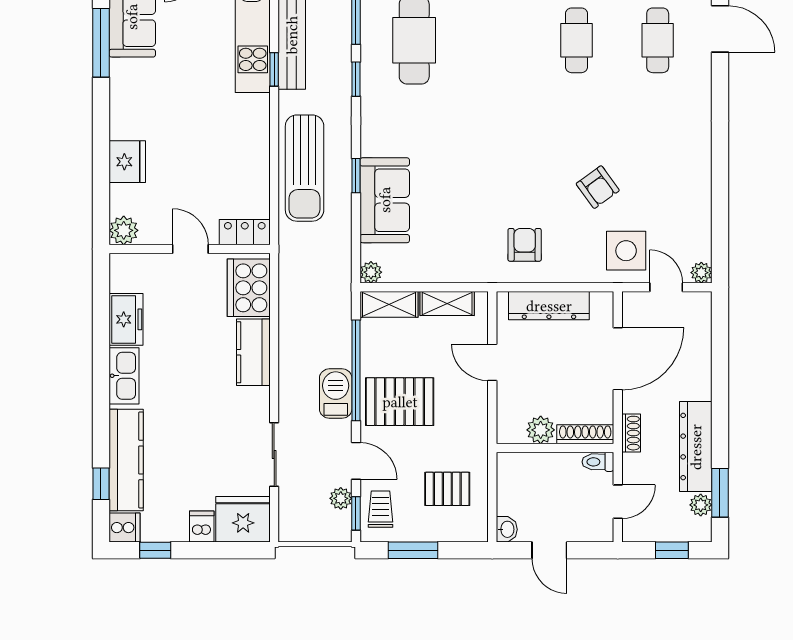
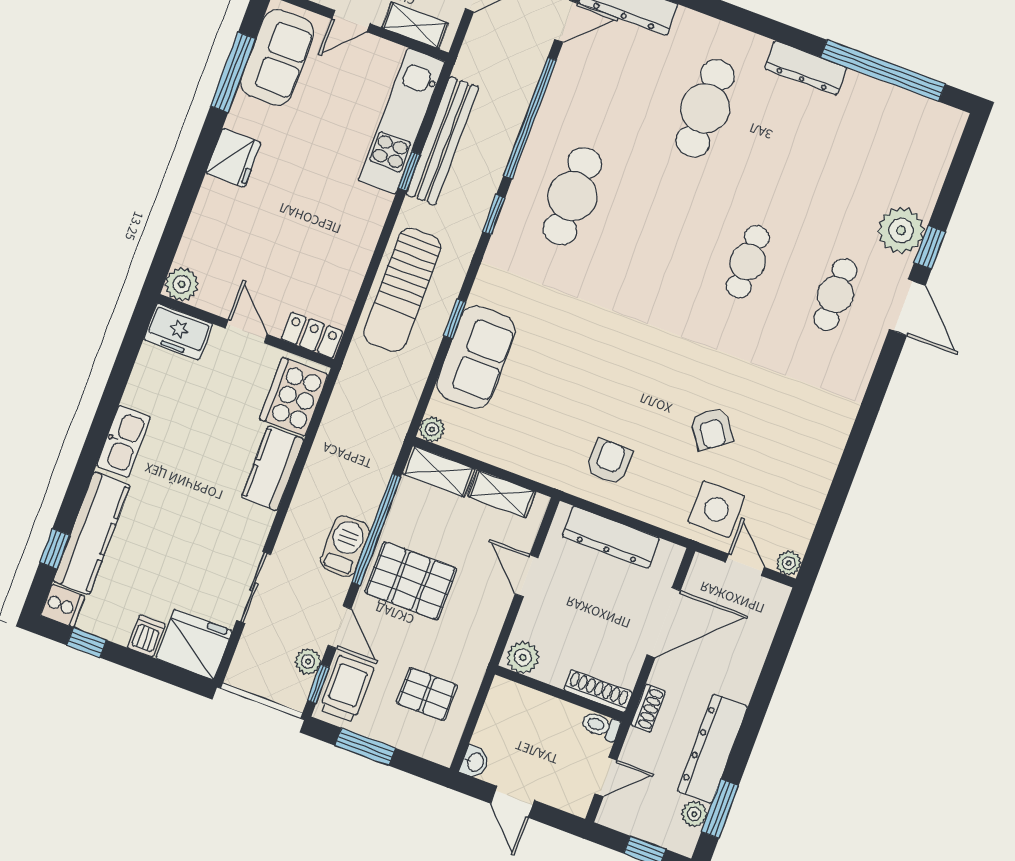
fridge: (127, 162) -> (233, 158), moved
freezer: (126, 319) -> (178, 332), moved, turned 90
plant: (541, 430) -> (523, 658), moved
trolley: (380, 509) -> (347, 689), width x1.36, depth x1.39

